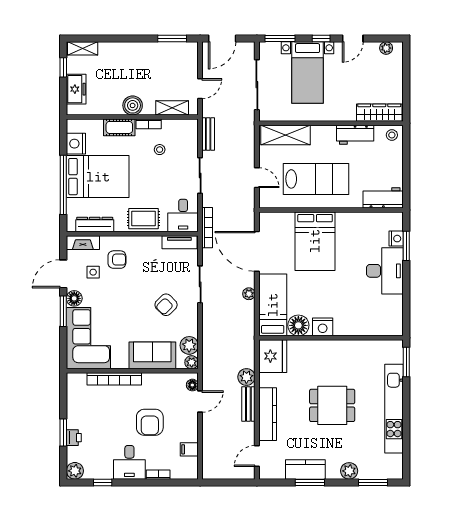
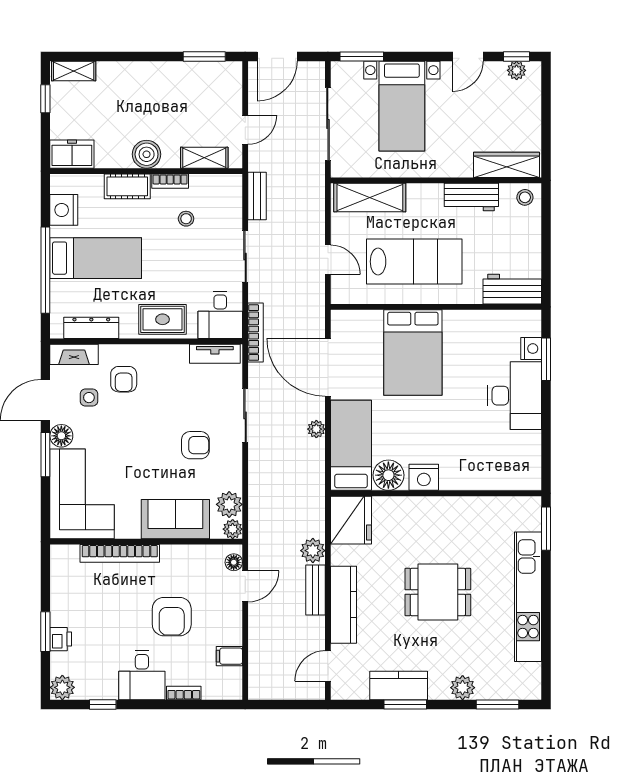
window: (321, 38) -> (517, 57), moved
freezer: (76, 89) -> (72, 154), moved, turned -90
bed: (98, 177) -> (96, 258), width x0.67
armchair: (117, 260) -> (124, 379), turned 90
armchair: (166, 305) -> (195, 445), turned -135

